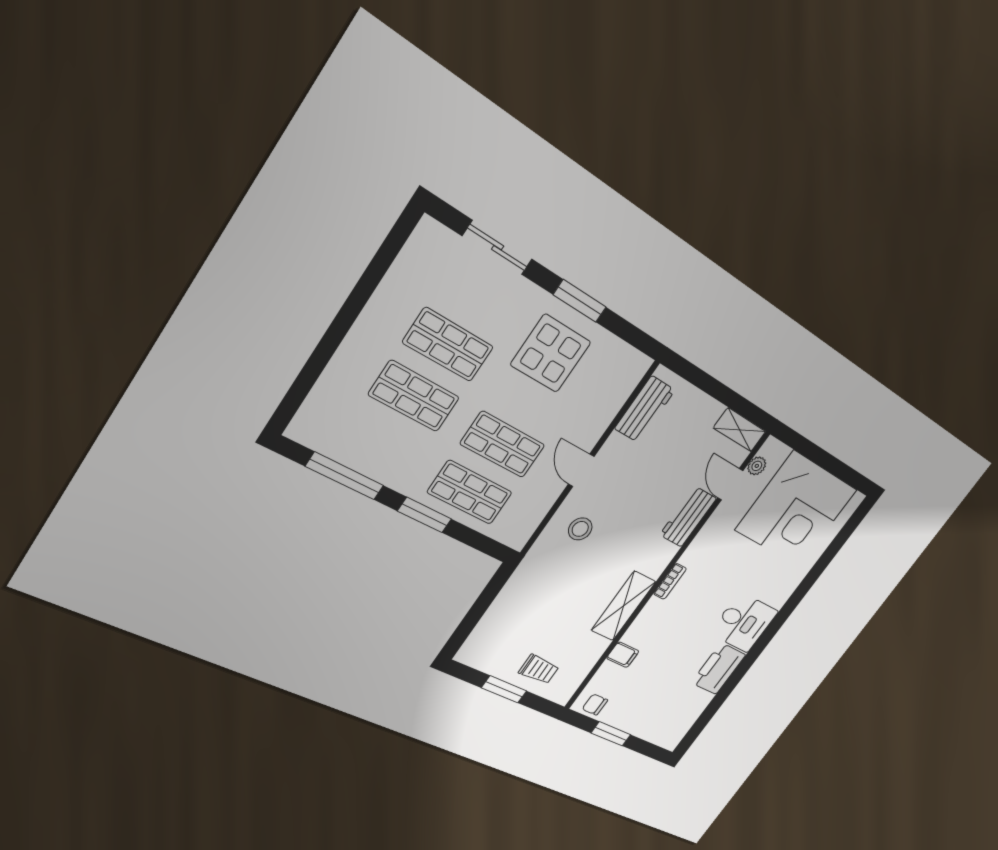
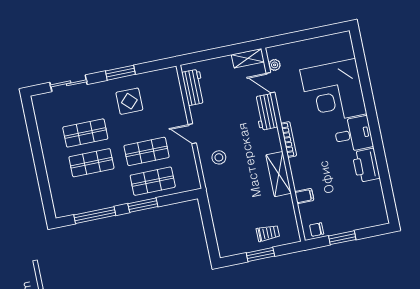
display table: (551, 353) -> (129, 101), width x0.73, depth x0.73
corner desk: (796, 510) -> (333, 92), moved, turned 90
bookcase: (670, 581) -> (289, 140), width x1.56

